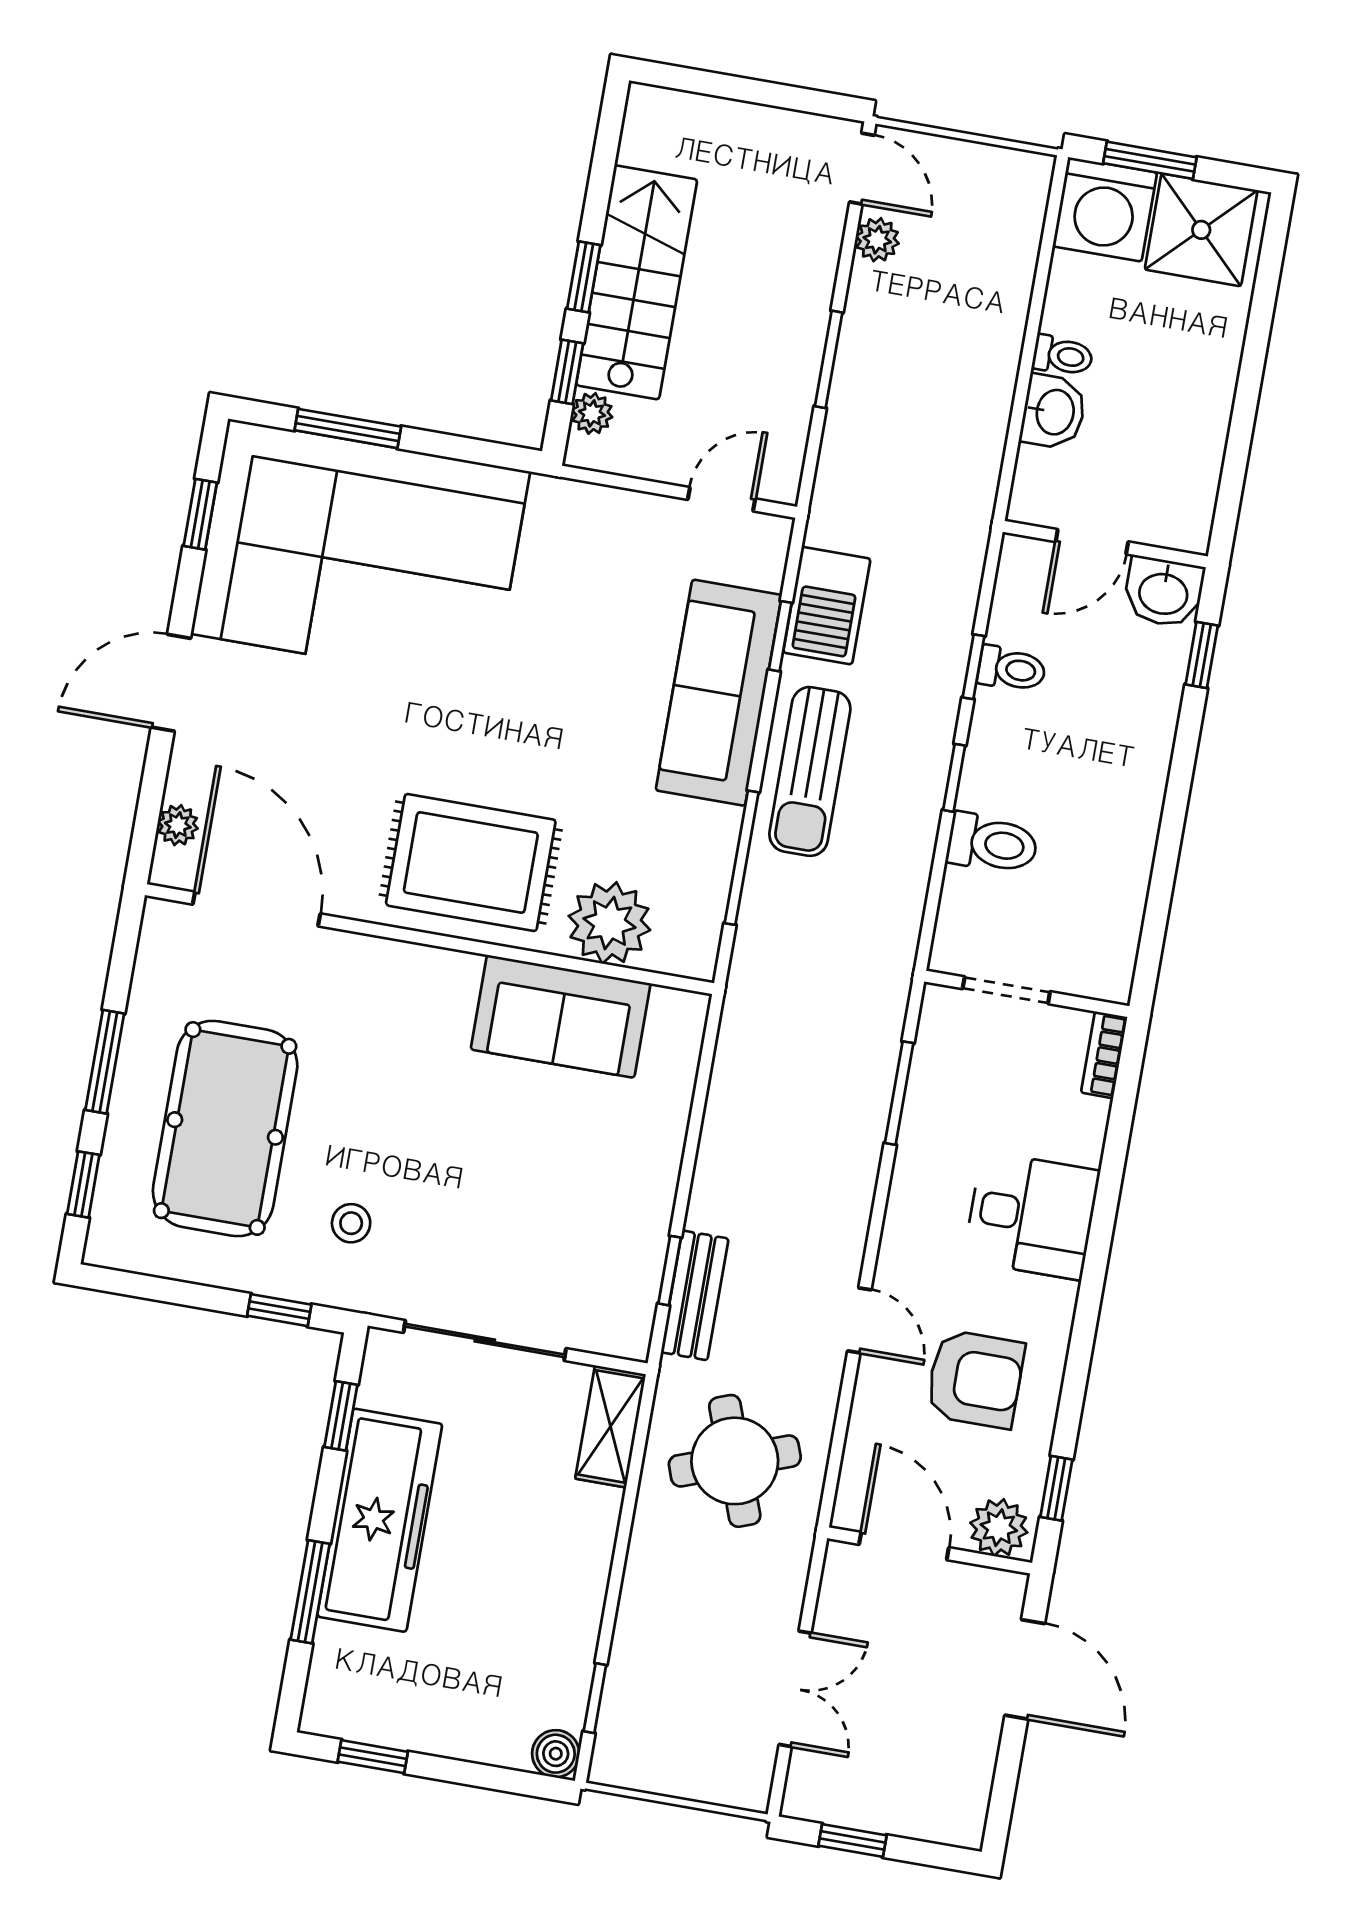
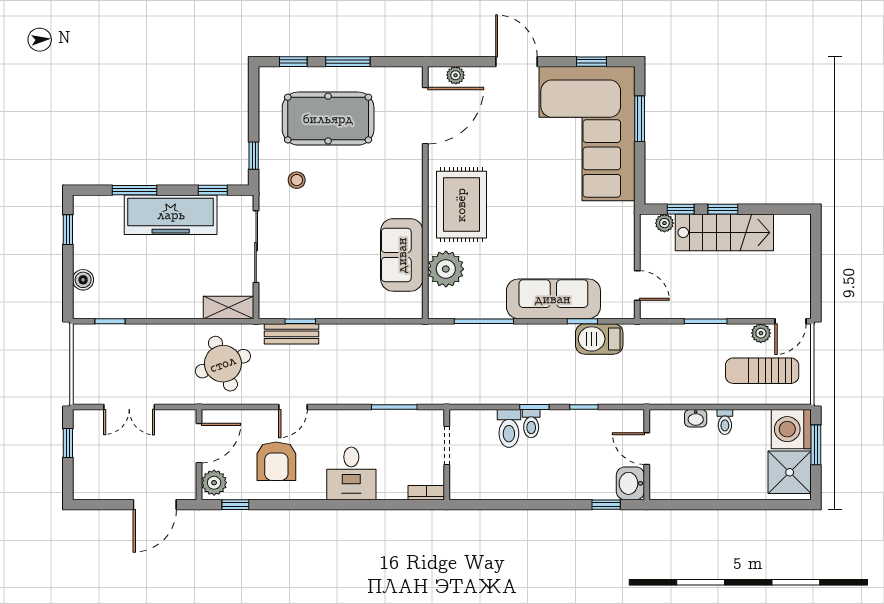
washbasin: (1053, 412) -> (696, 418), width x0.72, depth x0.69
toilet: (1012, 669) -> (531, 424), moved
sun lounger: (810, 771) -> (762, 371), moved
boiler: (556, 1754) -> (83, 280), moved

